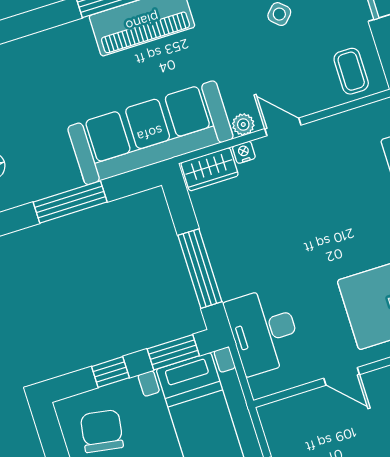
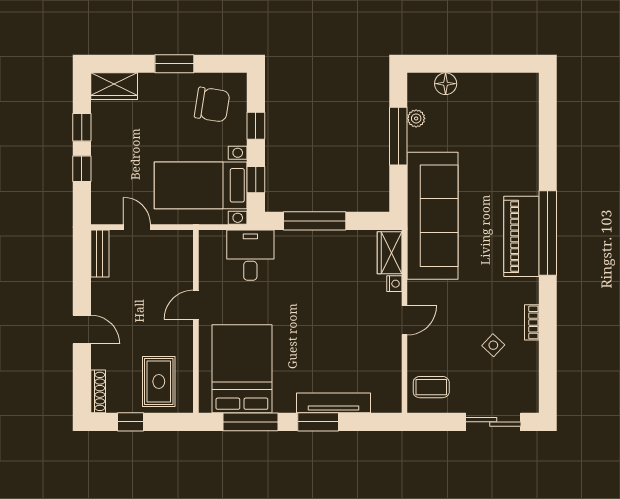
plant: (243, 124) -> (416, 118), moved
desk: (264, 331) -> (250, 255), width x0.73
window: (173, 352) -> (256, 180), width x0.67

